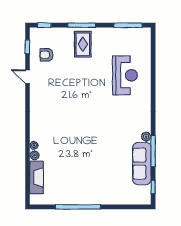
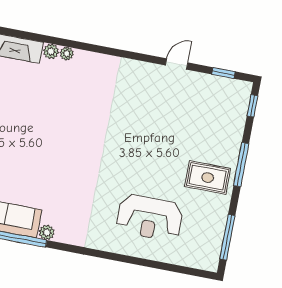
rug: (83, 44) -> (208, 177), moved
armchair: (47, 55) -> (205, 100), removed

